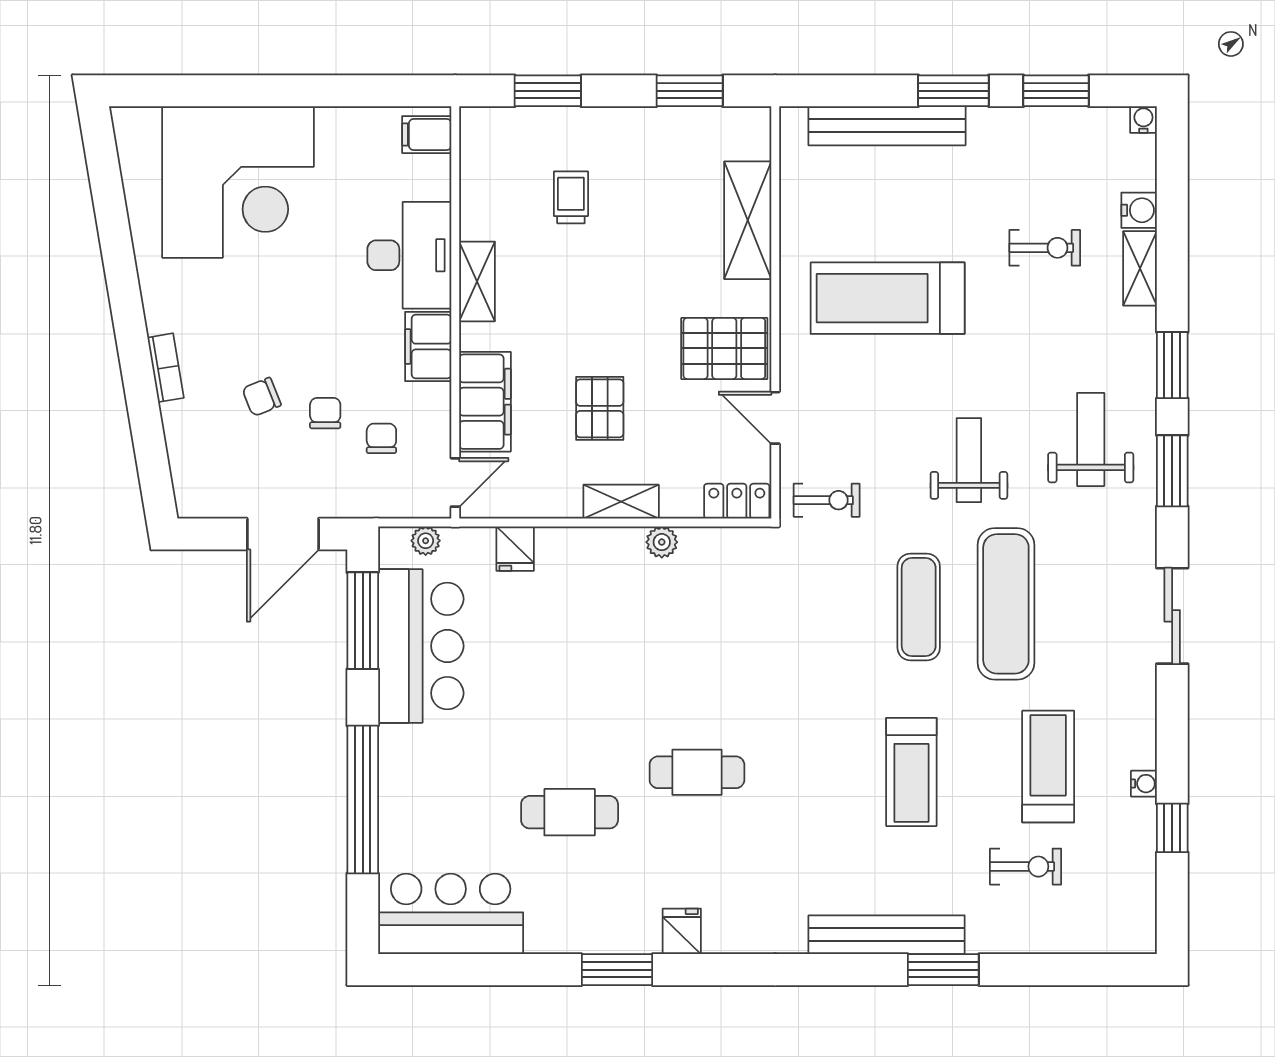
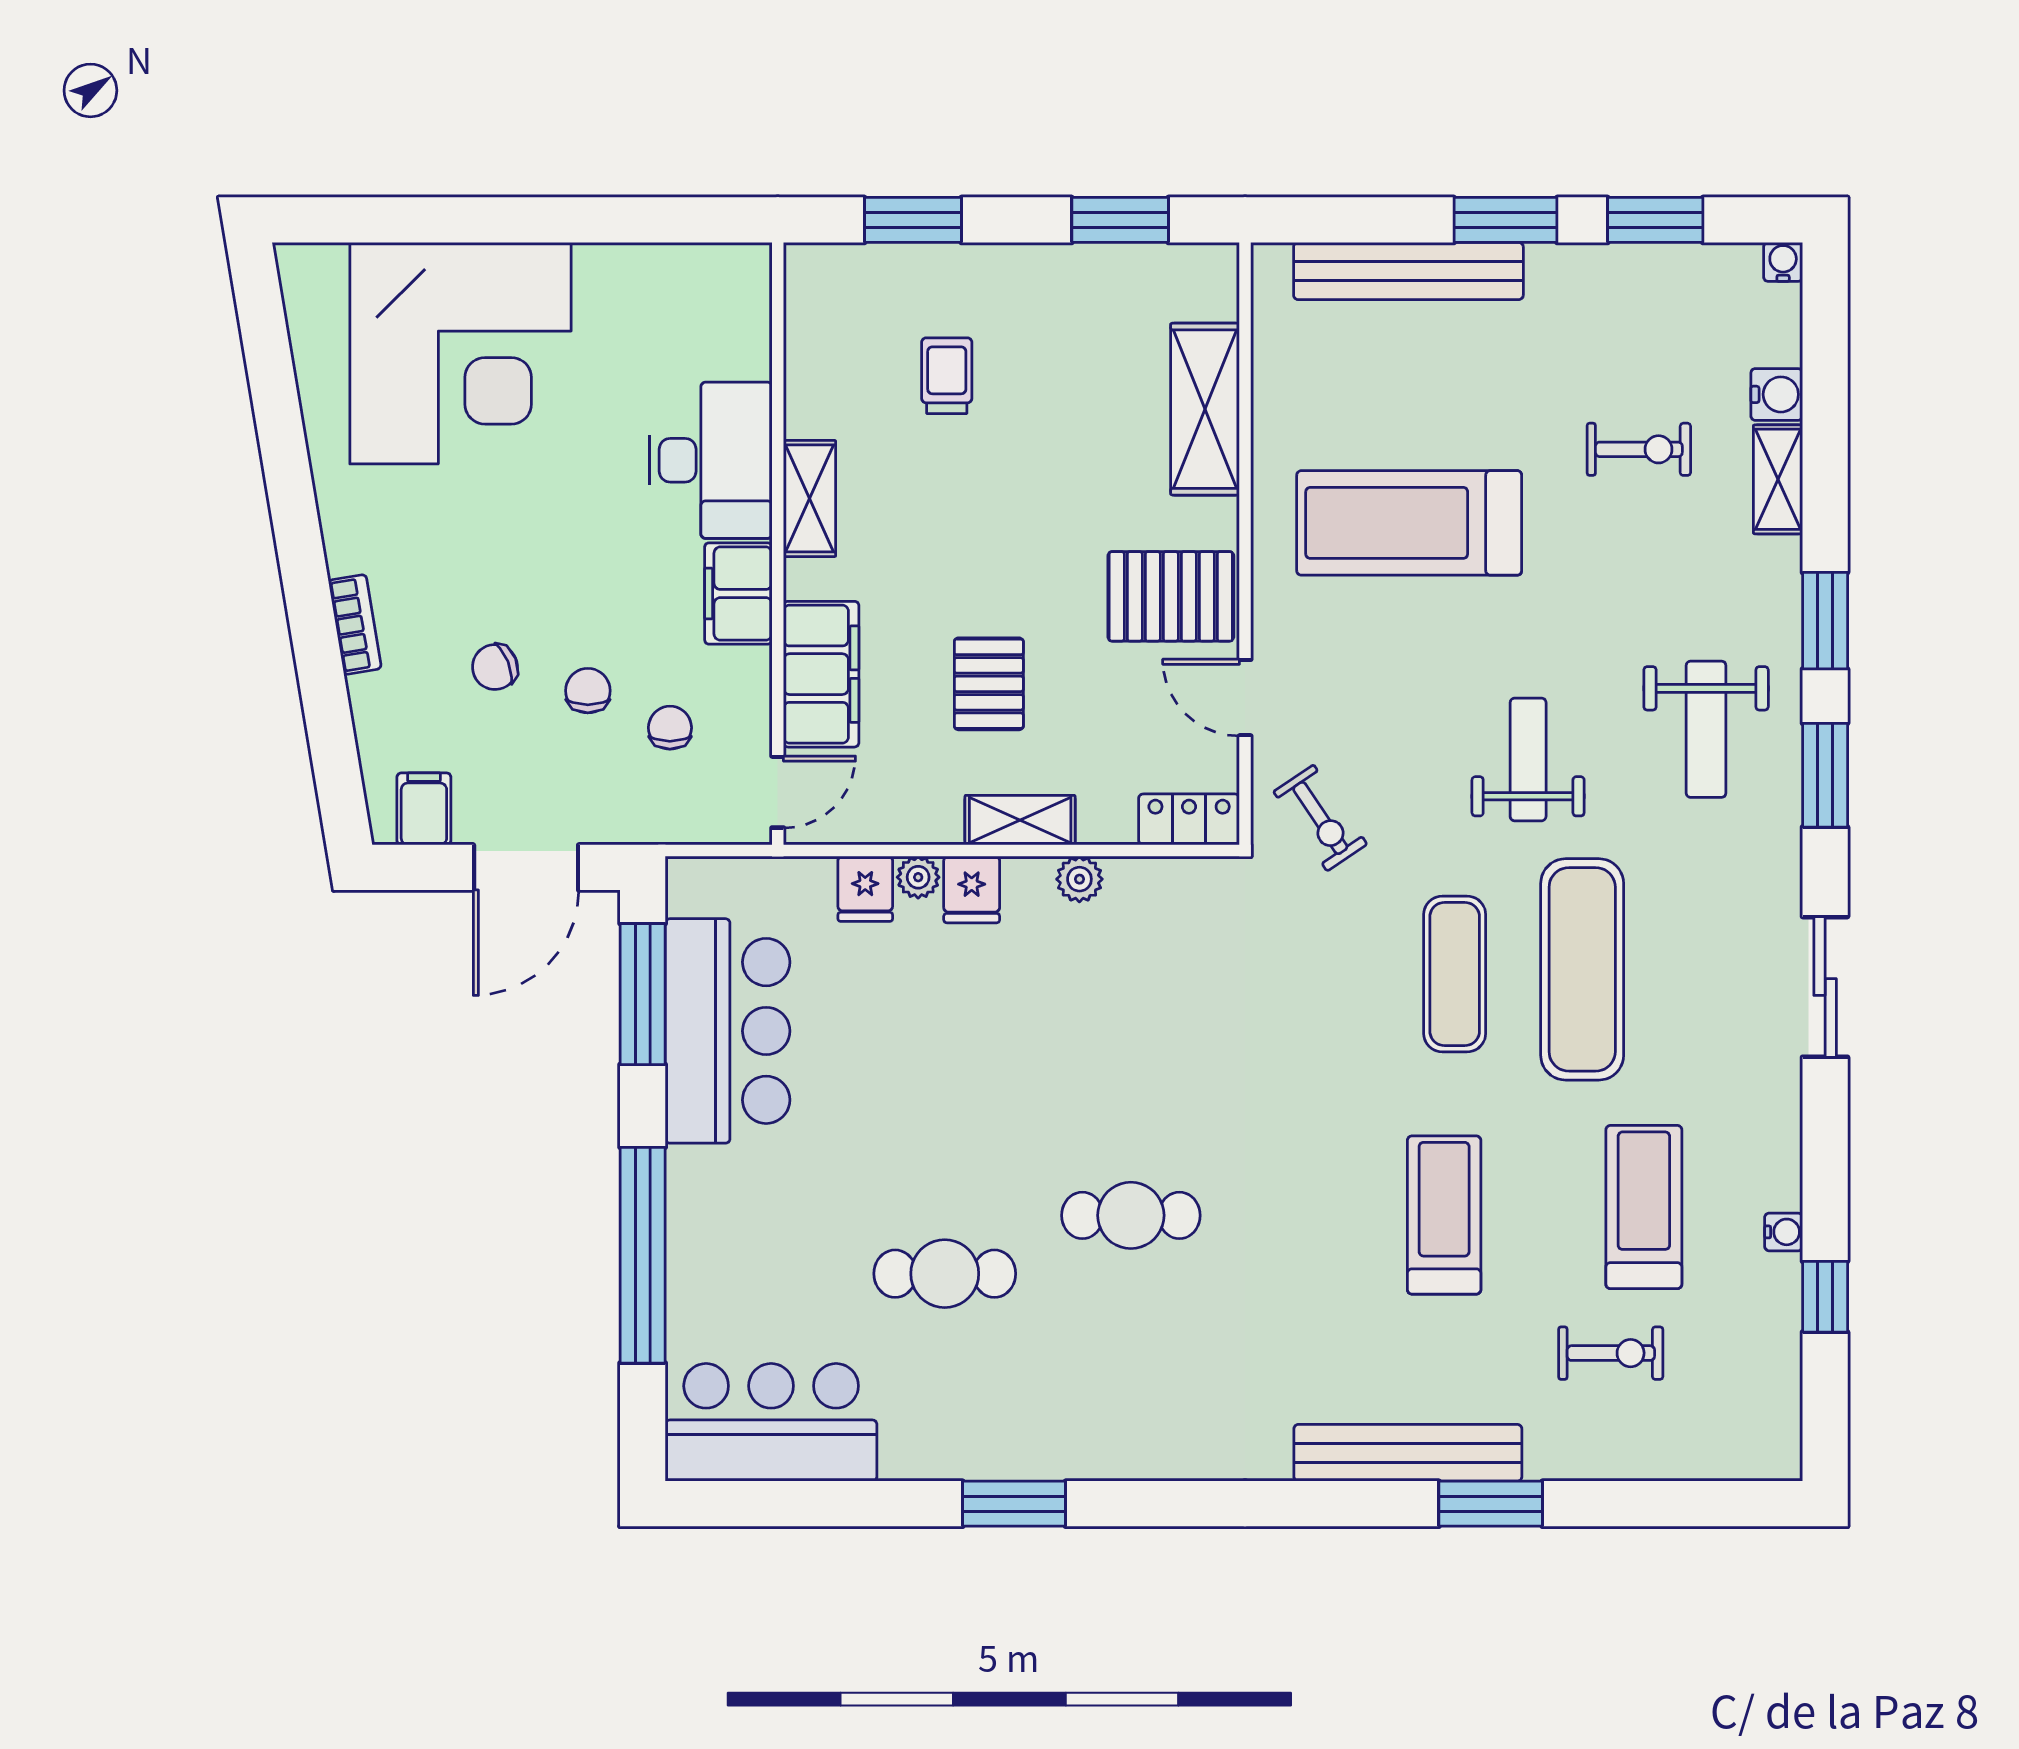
filing cabinet: (427, 135) -> (424, 809), moved, turned 90
weight bench: (1091, 439) -> (1706, 729), turned 180
exercise bike: (827, 500) -> (1320, 818), turned 56
plant: (426, 541) -> (918, 877), moved
treadmill: (911, 772) -> (1444, 1215), turned 180
fridge: (682, 931) -> (972, 889), moved, turned 180

